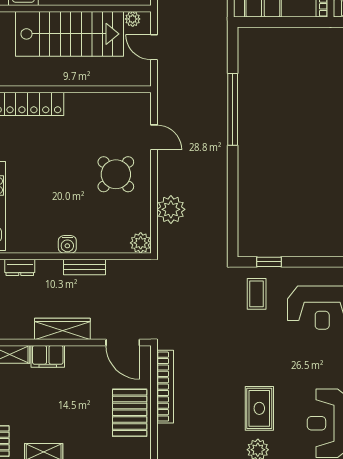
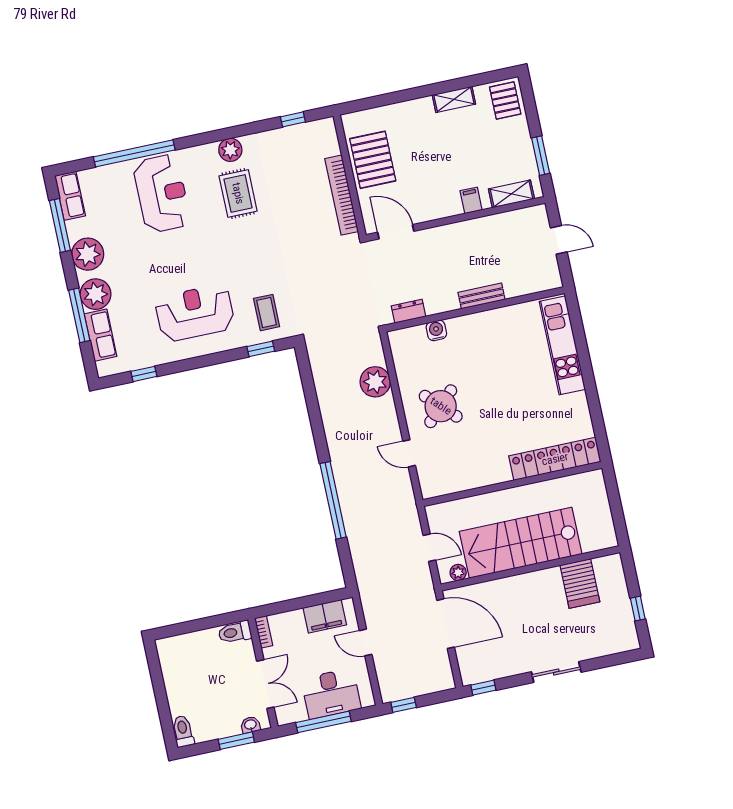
plant: (141, 243) -> (399, 340), removed
water cooler: (67, 244) -> (436, 330), moved
dresser: (20, 267) -> (409, 311), moved
bench: (84, 267) -> (481, 296), moved
wardrobe: (62, 329) -> (462, 232), removed
filing cabinet: (48, 356) -> (471, 200), width x0.50

